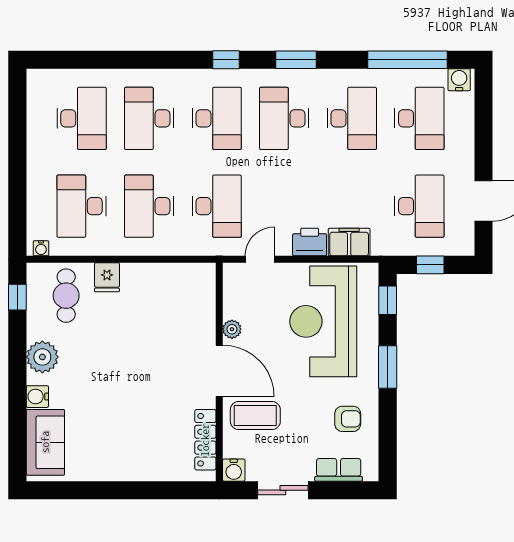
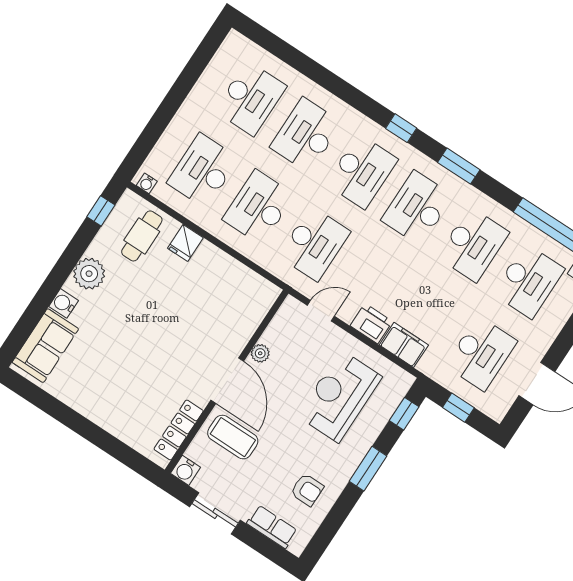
reception desk: (323, 321) -> (340, 396), width x0.74, depth x0.77

